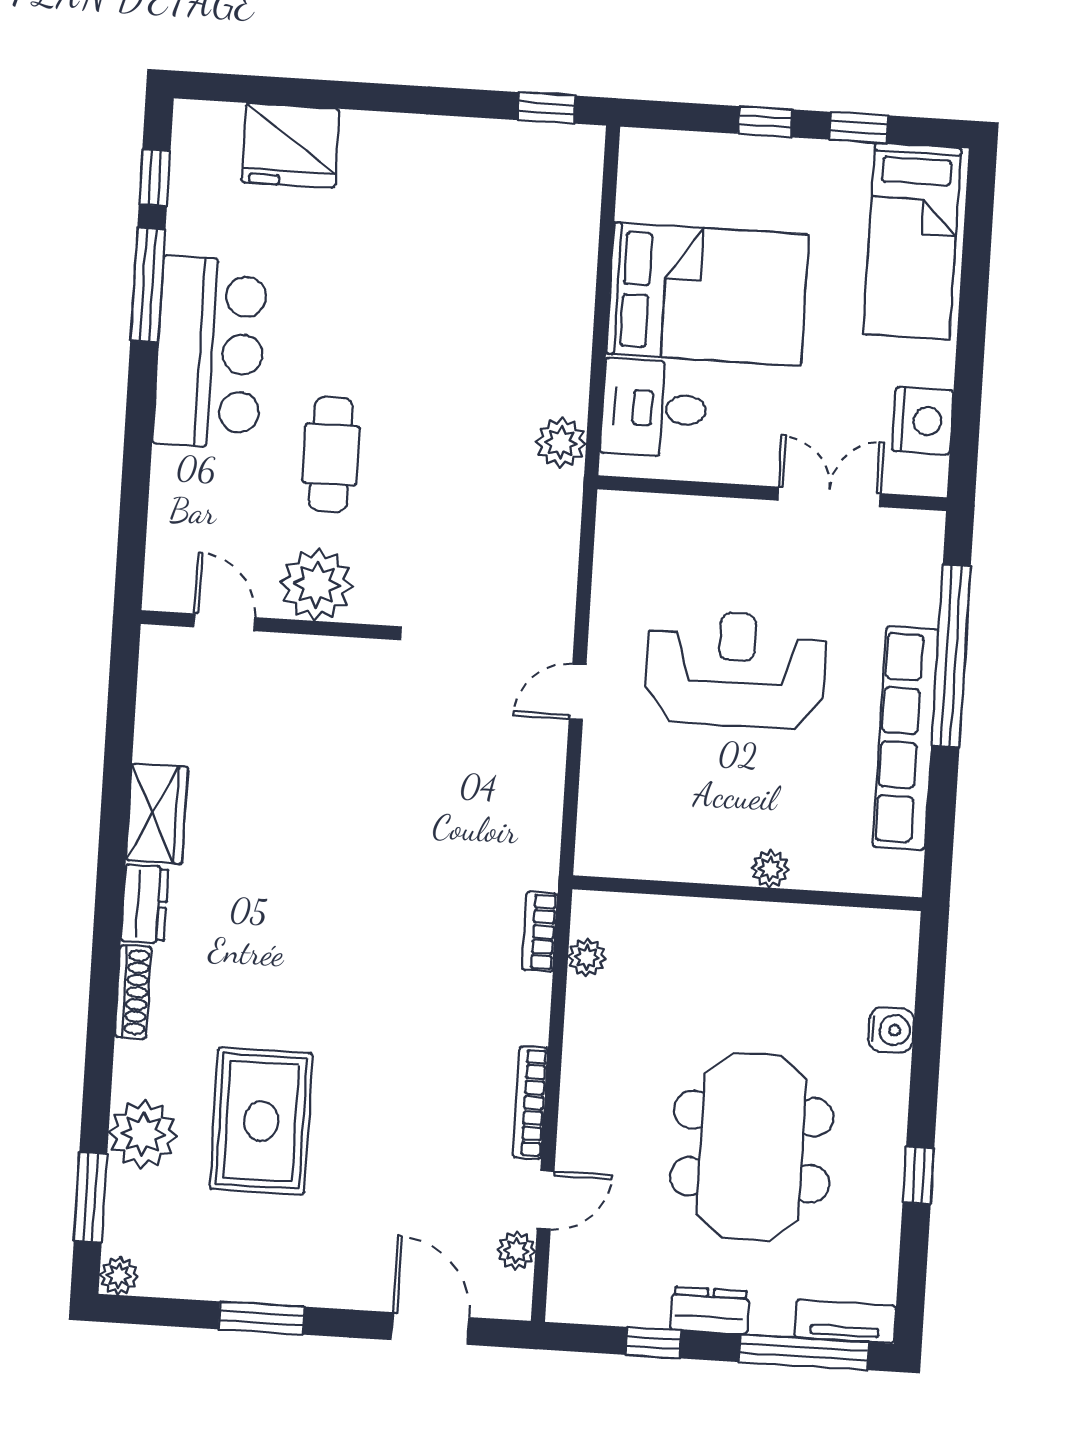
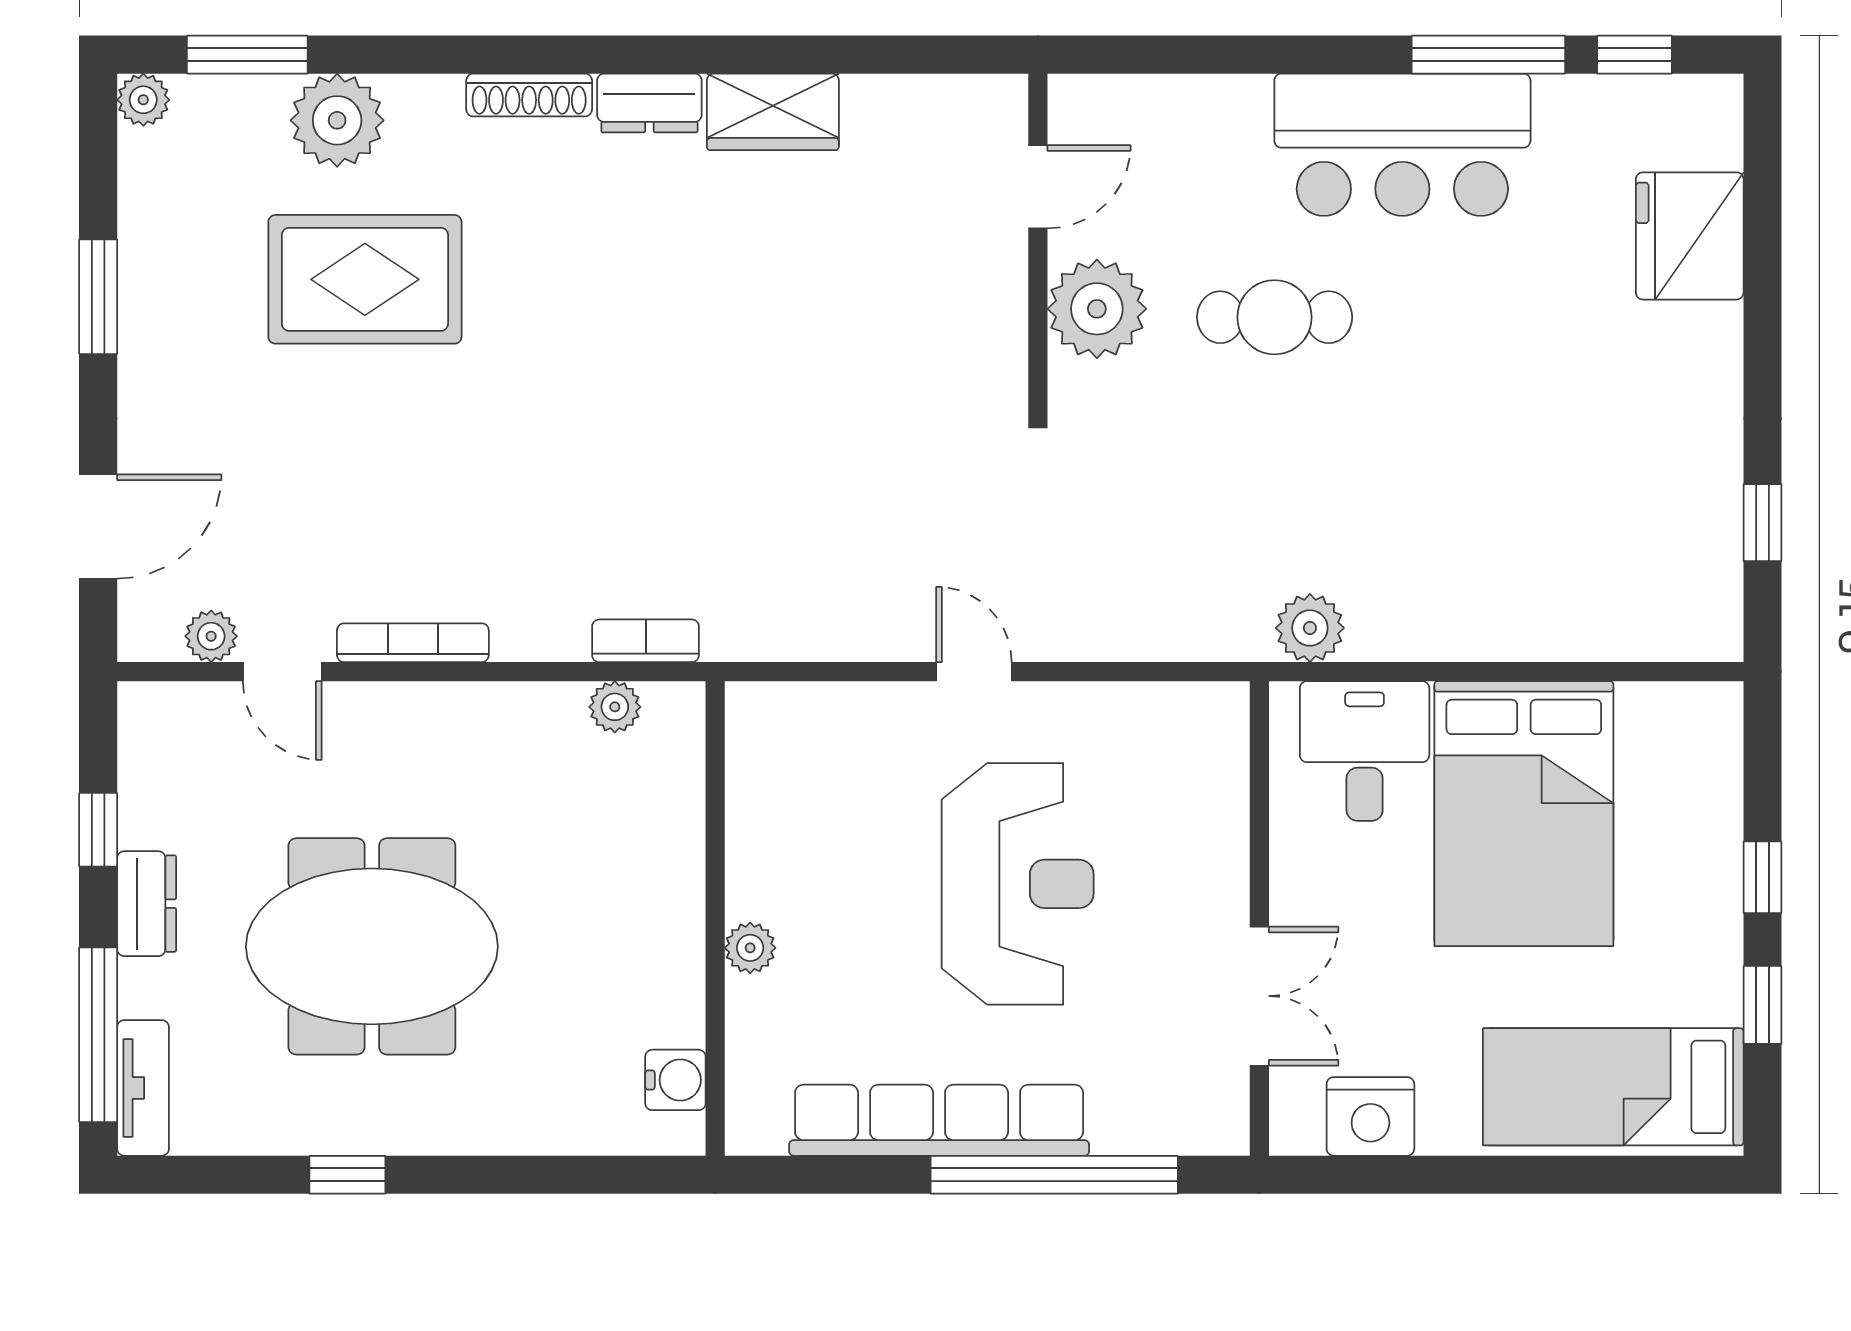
window: (546, 108) -> (1763, 523), moved
water cooler: (891, 1030) -> (675, 1080), moved, turned -90

